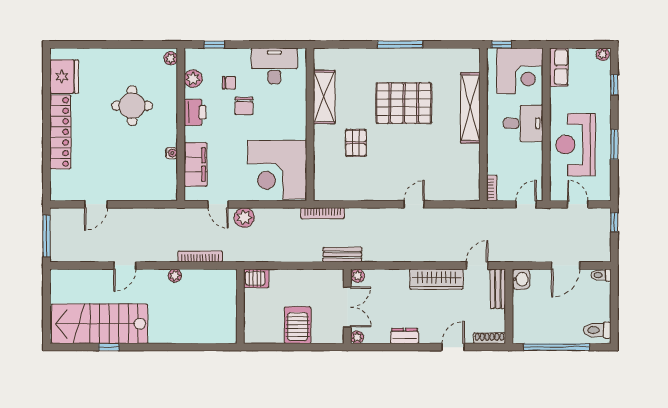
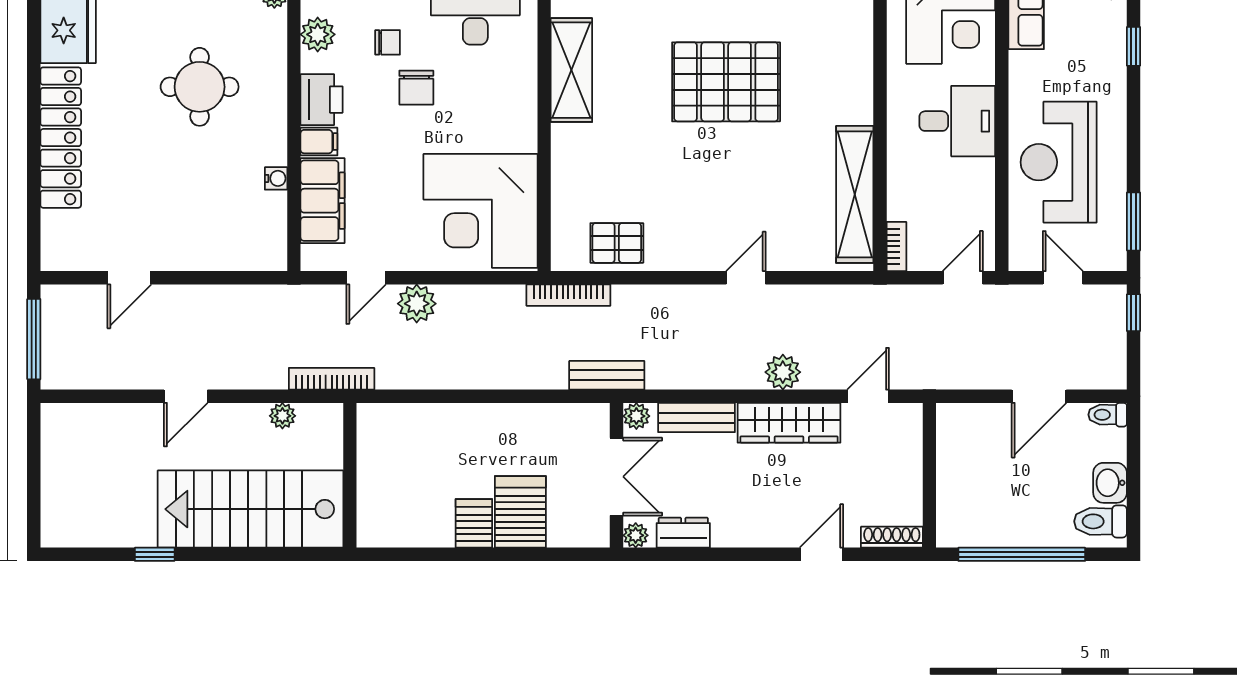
shelving: (470, 108) -> (855, 194), moved
filing cabinet: (194, 134) -> (319, 142), added
pallet: (356, 143) -> (617, 243), moved, turned 90
window: (614, 144) -> (1133, 221), moved
door: (218, 204) -> (366, 278), hinge flipped
plant: (433, 253) -> (783, 372), added
server rack: (256, 278) -> (474, 523), moved, turned -90
washbasin: (521, 279) -> (1110, 483), moved, turned 180
bench: (498, 289) -> (696, 418), moved, turned 90
wall: (240, 306) -> (350, 475), moved
stairs: (100, 324) -> (251, 509), moved
dresser: (404, 336) -> (683, 533), moved

